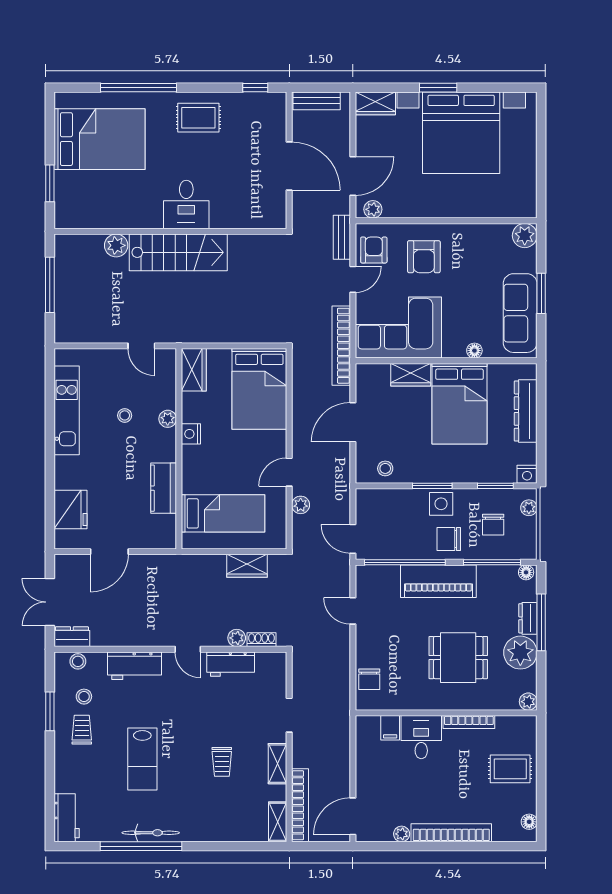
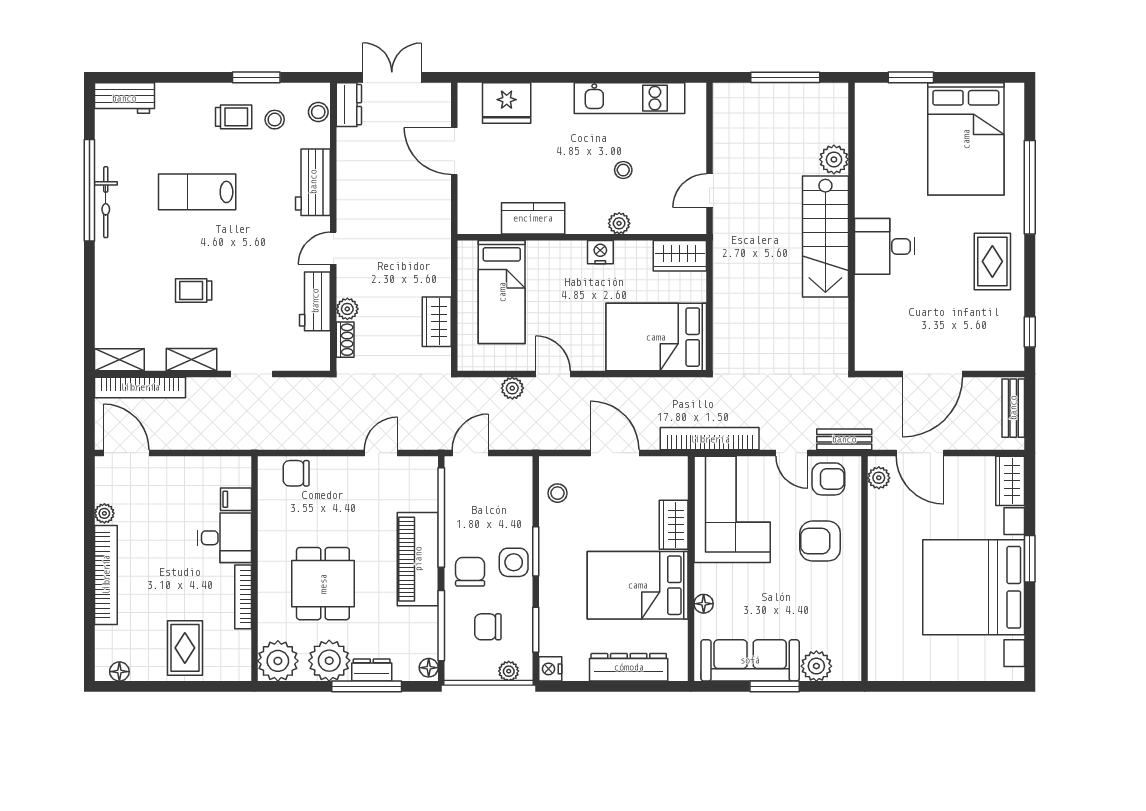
plant: (525, 236) -> (816, 666), moved
plant: (528, 702) -> (278, 661), width x1.88, depth x1.88

